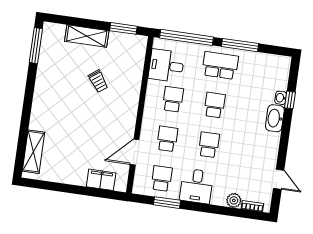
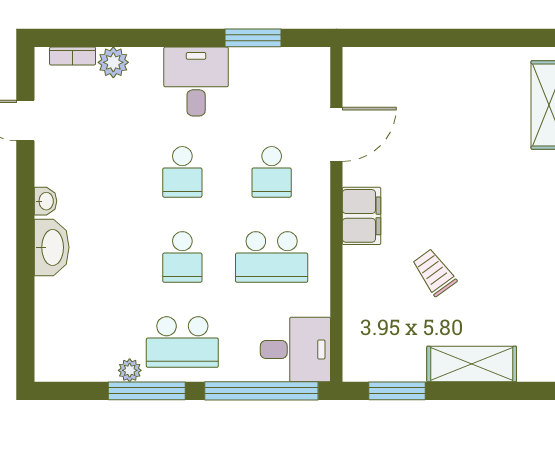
plant: (247, 56) -> (130, 370), added
desk: (166, 66) -> (295, 350), moved
washbasin: (281, 98) -> (45, 201), moved
school desk: (173, 99) -> (272, 257), width x1.85
window: (290, 100) -> (25, 290), removed
school desk: (162, 179) -> (272, 87), removed
filing cabinet: (101, 180) -> (362, 216), moved, turned -90

